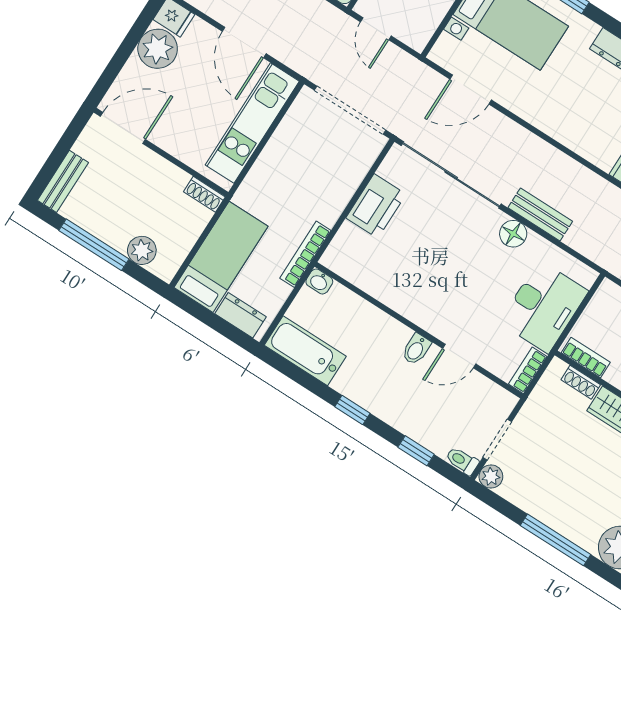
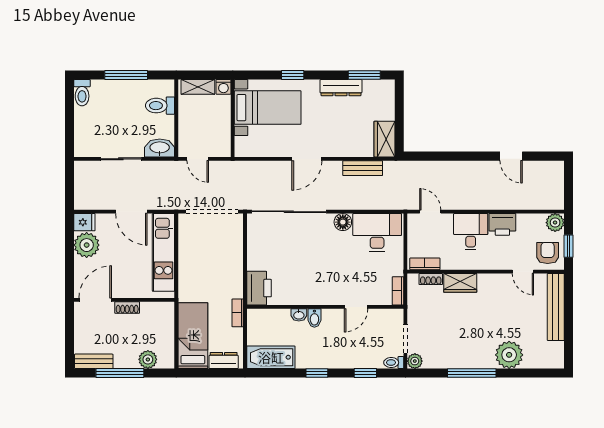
door: (471, 89) -> (307, 159), moved
bench: (63, 181) -> (94, 361), moved, turned 90
shoe rack: (204, 194) -> (127, 308), moved
printer: (376, 206) -> (259, 288), moved
bench: (540, 215) -> (363, 168), moved
bookcase: (305, 254) -> (238, 313), width x0.64
washbasin: (319, 281) -> (299, 315), moved
desk: (544, 307) -> (377, 232), moved, turned -90
bidet: (416, 349) -> (314, 318), moved

